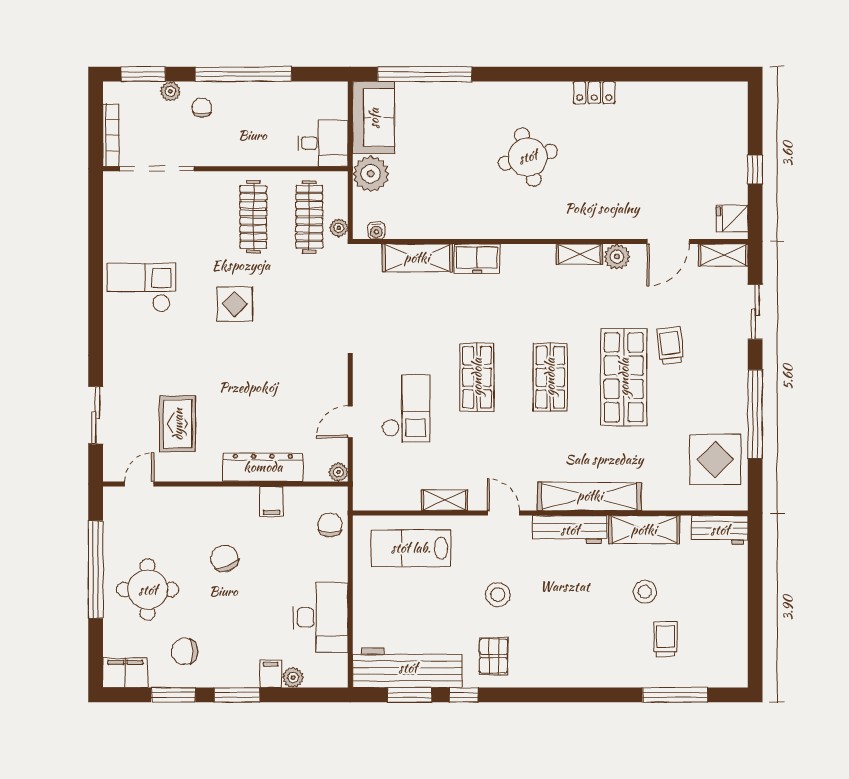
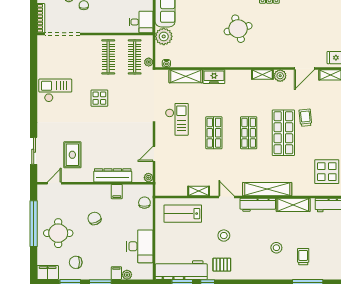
checkout: (406, 408) -> (177, 119), moved
stool: (645, 592) -> (276, 248), moved
pallet: (493, 656) -> (222, 265), turned 90

